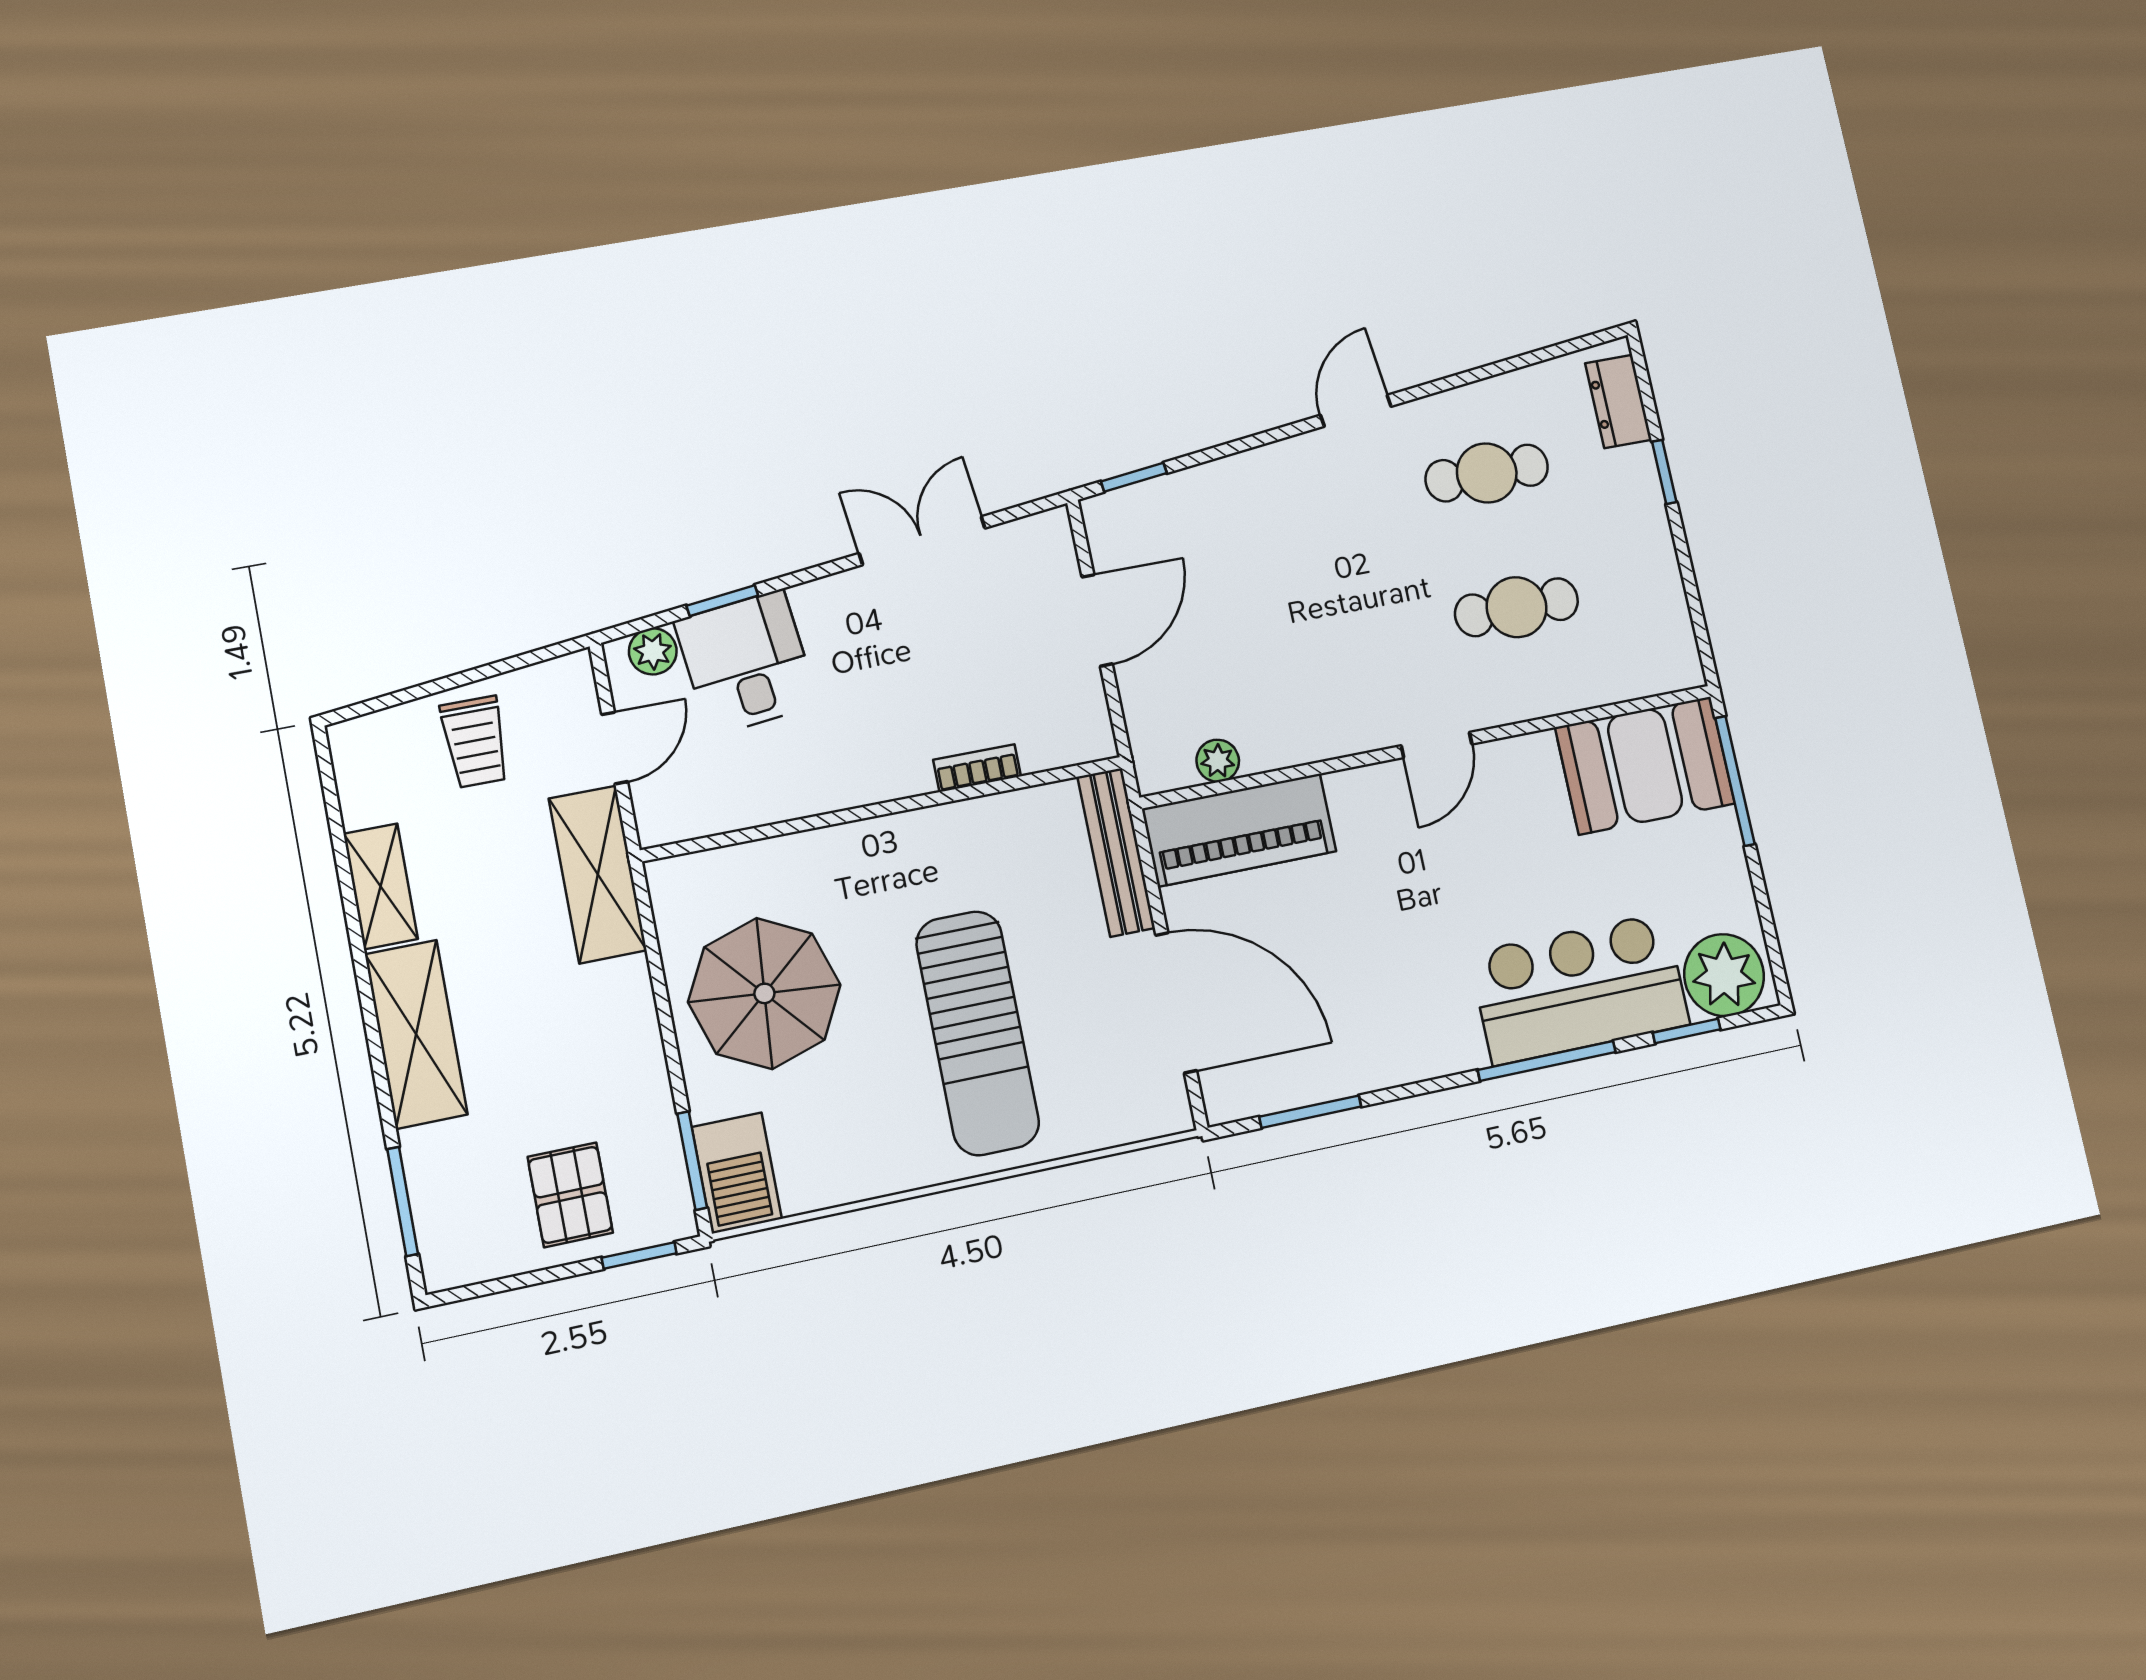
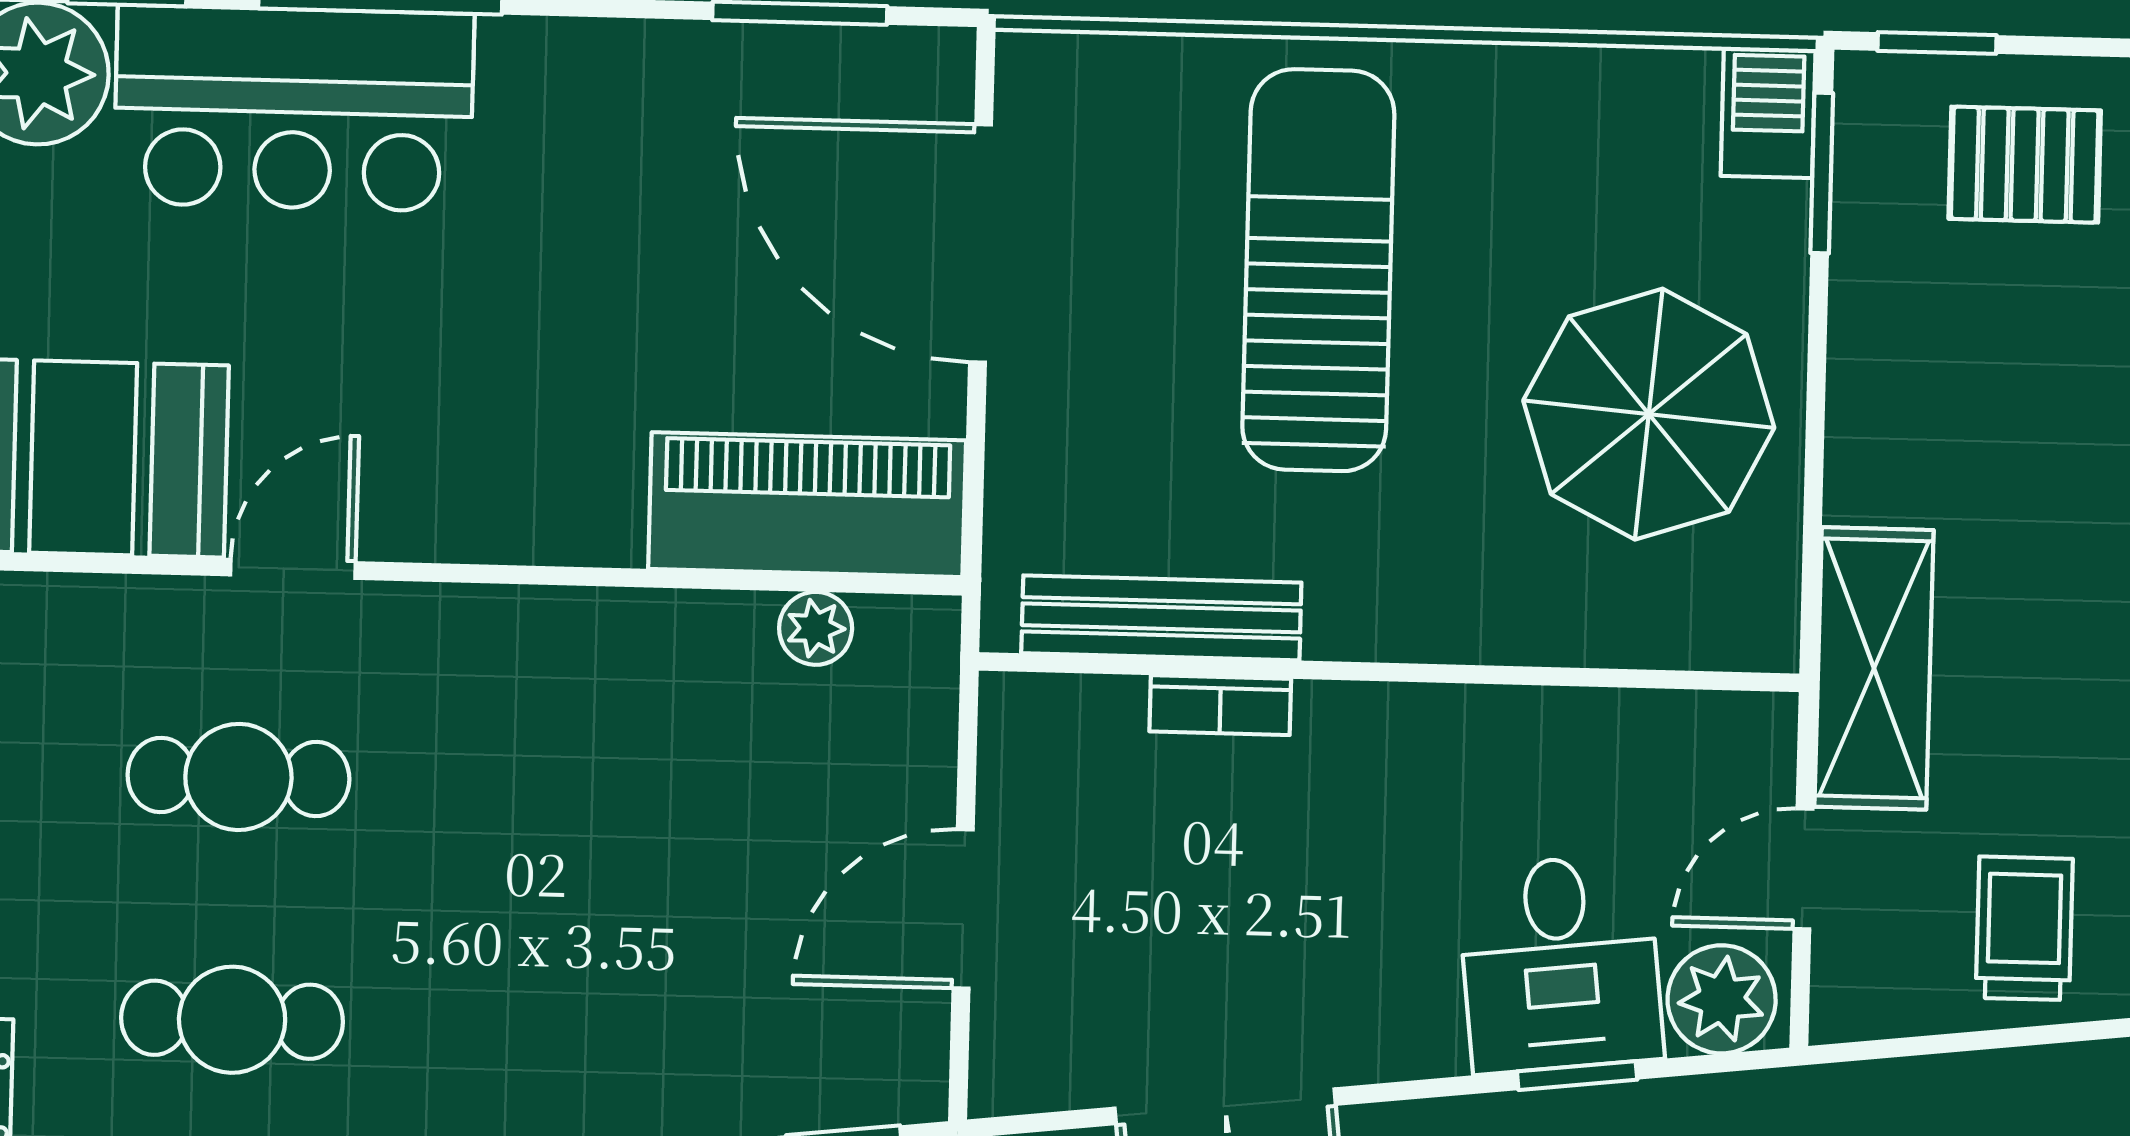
plant: (653, 651) -> (1722, 999), width x1.38, depth x1.38
door: (1437, 745) -> (293, 569), moved
bench: (1116, 852) -> (1161, 618), moved, turned 90
barbecue: (737, 1173) -> (1768, 112), width x0.73, depth x0.79
pallet: (570, 1195) -> (2025, 165), turned 90

